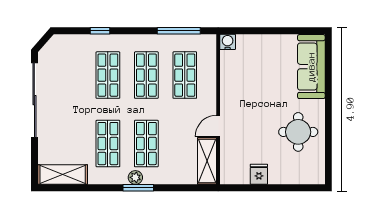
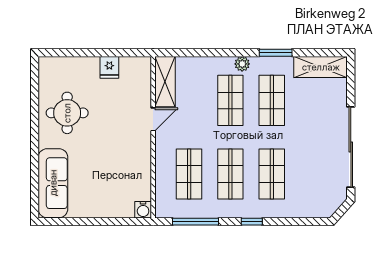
window: (100, 31) -> (252, 222), moved
window: (138, 188) -> (276, 53), moved

